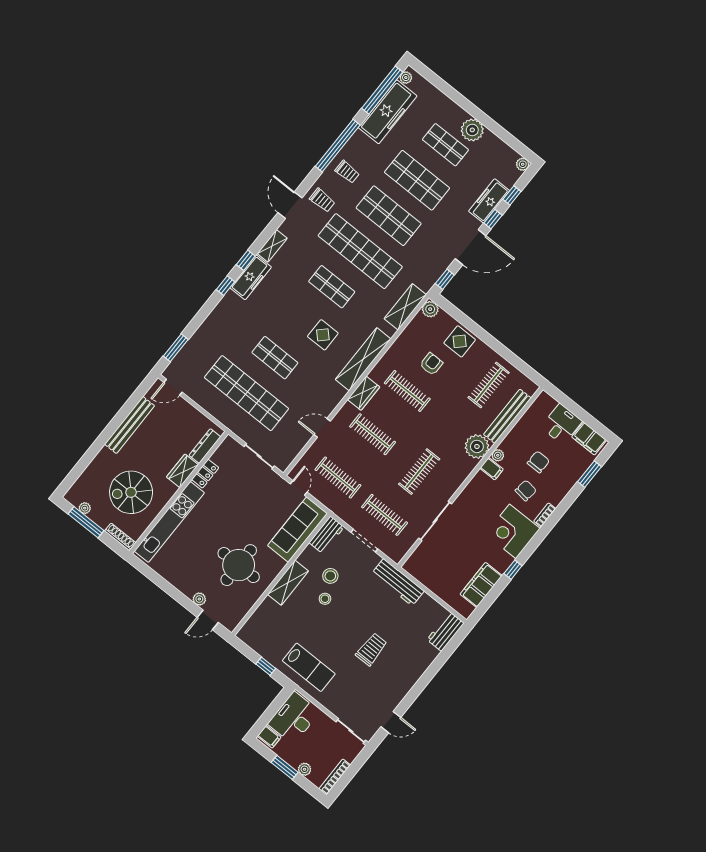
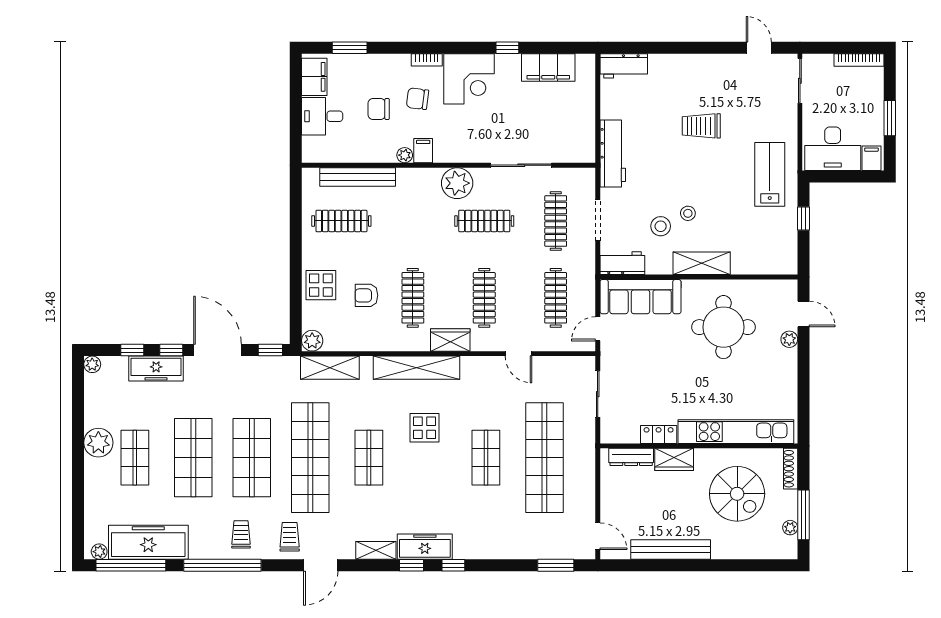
plant: (477, 446) -> (457, 183), moved
plant: (305, 769) -> (876, 97), removed

